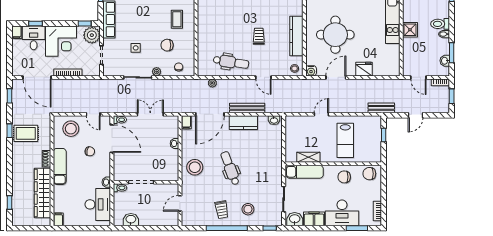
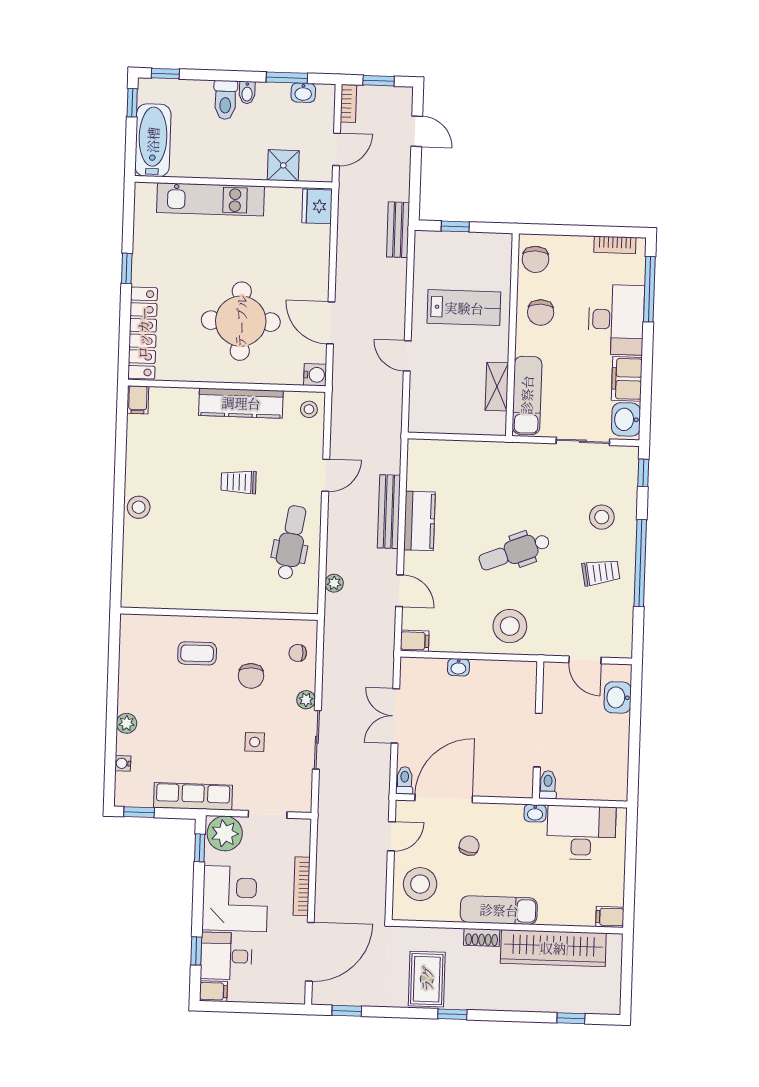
shower: (410, 30) -> (283, 165), moved
fridge: (364, 69) -> (317, 206), moved
door: (210, 114) -> (400, 591), width x0.53
door: (416, 115) -> (417, 131), moved
washbasin: (274, 120) -> (416, 456), removed
window: (10, 131) -> (452, 1014), moved
washbasin: (131, 220) -> (618, 697), moved
window: (357, 228) -> (649, 289), width x1.44

